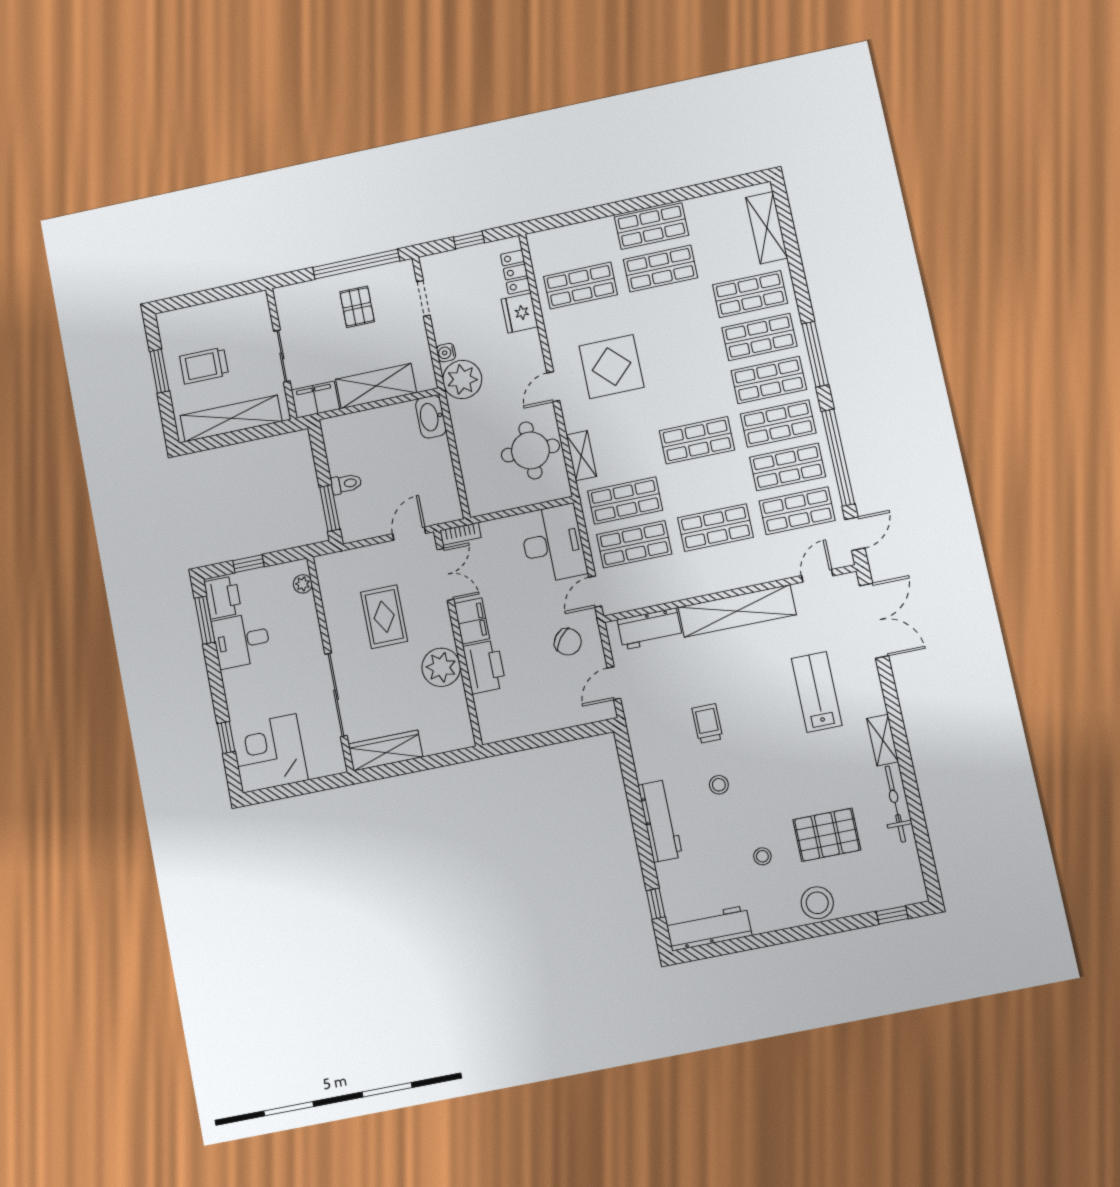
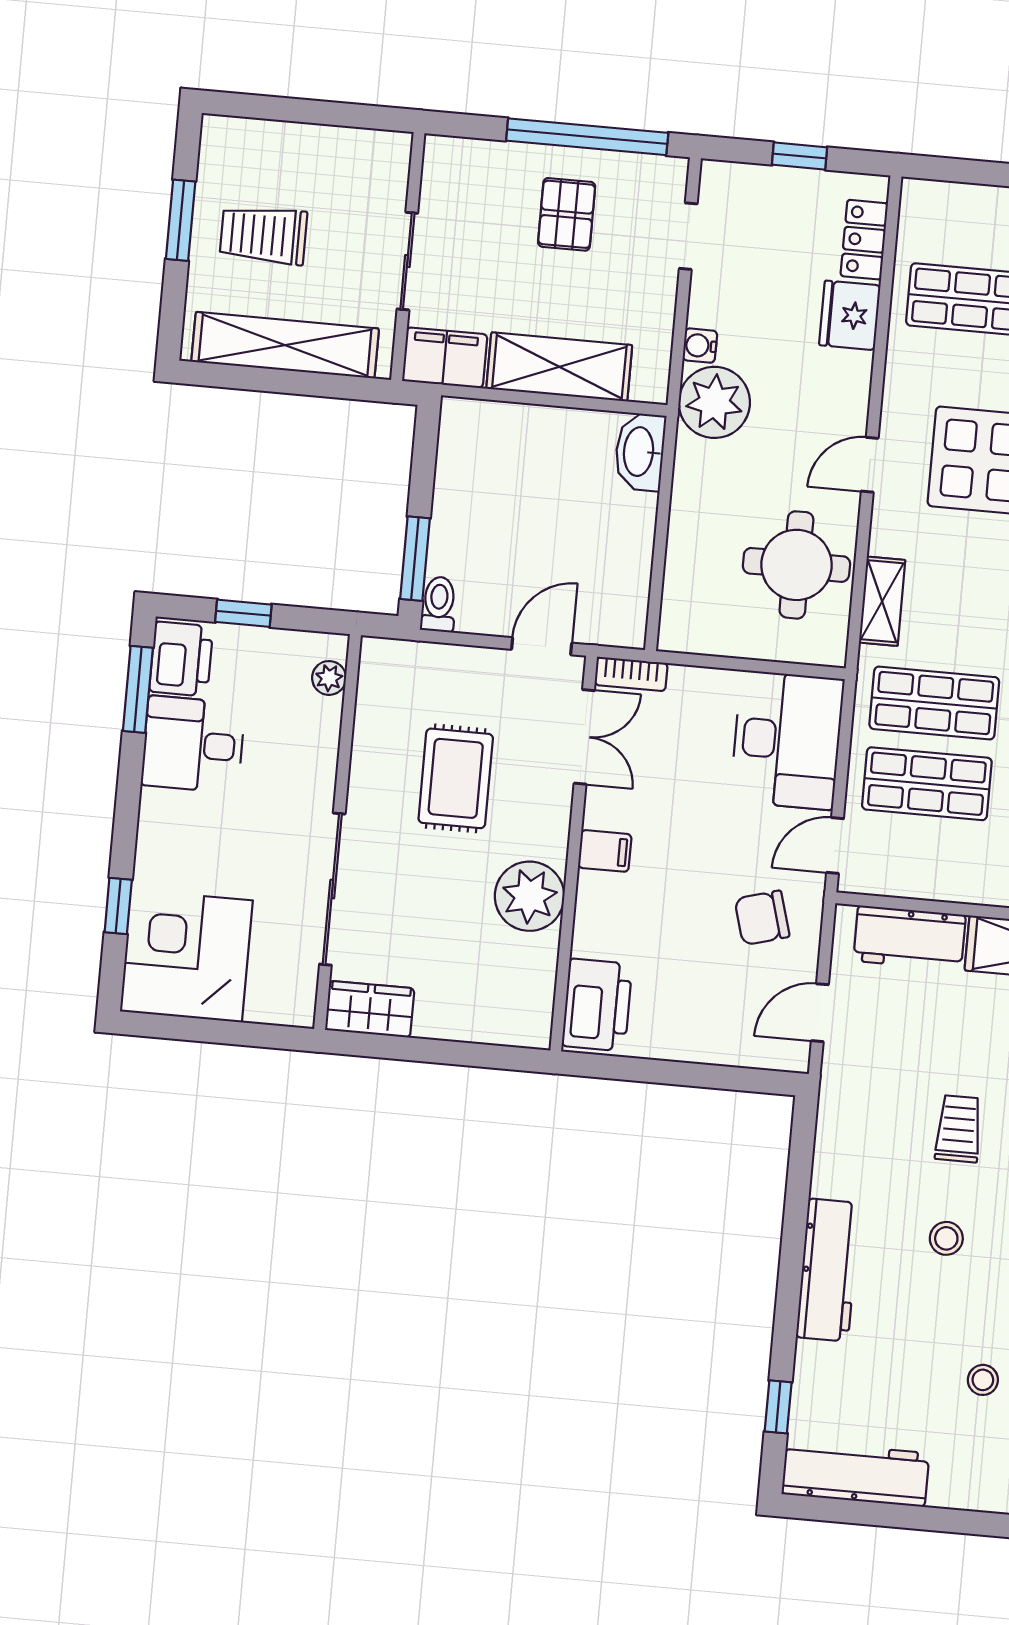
toilet: (346, 484) -> (439, 604), moved, turned -90
filing cabinet: (472, 621) -> (605, 851), width x0.50
chair: (568, 642) -> (762, 918), turned 126
printer: (484, 667) -> (597, 1005), moved
wardrobe: (385, 751) -> (370, 1009), width x0.67

